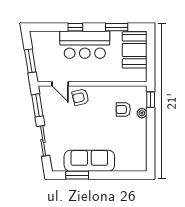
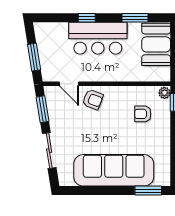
armchair: (80, 97) -> (93, 100), turned -145
plant: (142, 113) -> (164, 93), moved
sofa: (89, 161) -> (114, 170), width x1.36, depth x1.27
window: (77, 175) -> (148, 191), moved

